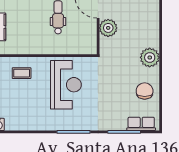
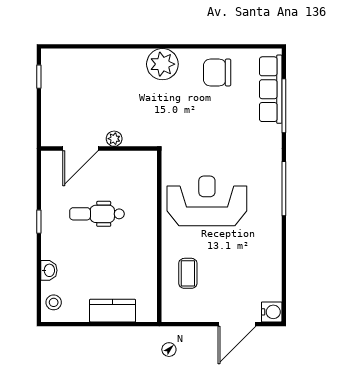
plant: (108, 28) -> (114, 139), width x0.53, depth x0.53
row of seats: (141, 124) -> (271, 89), width x1.48

